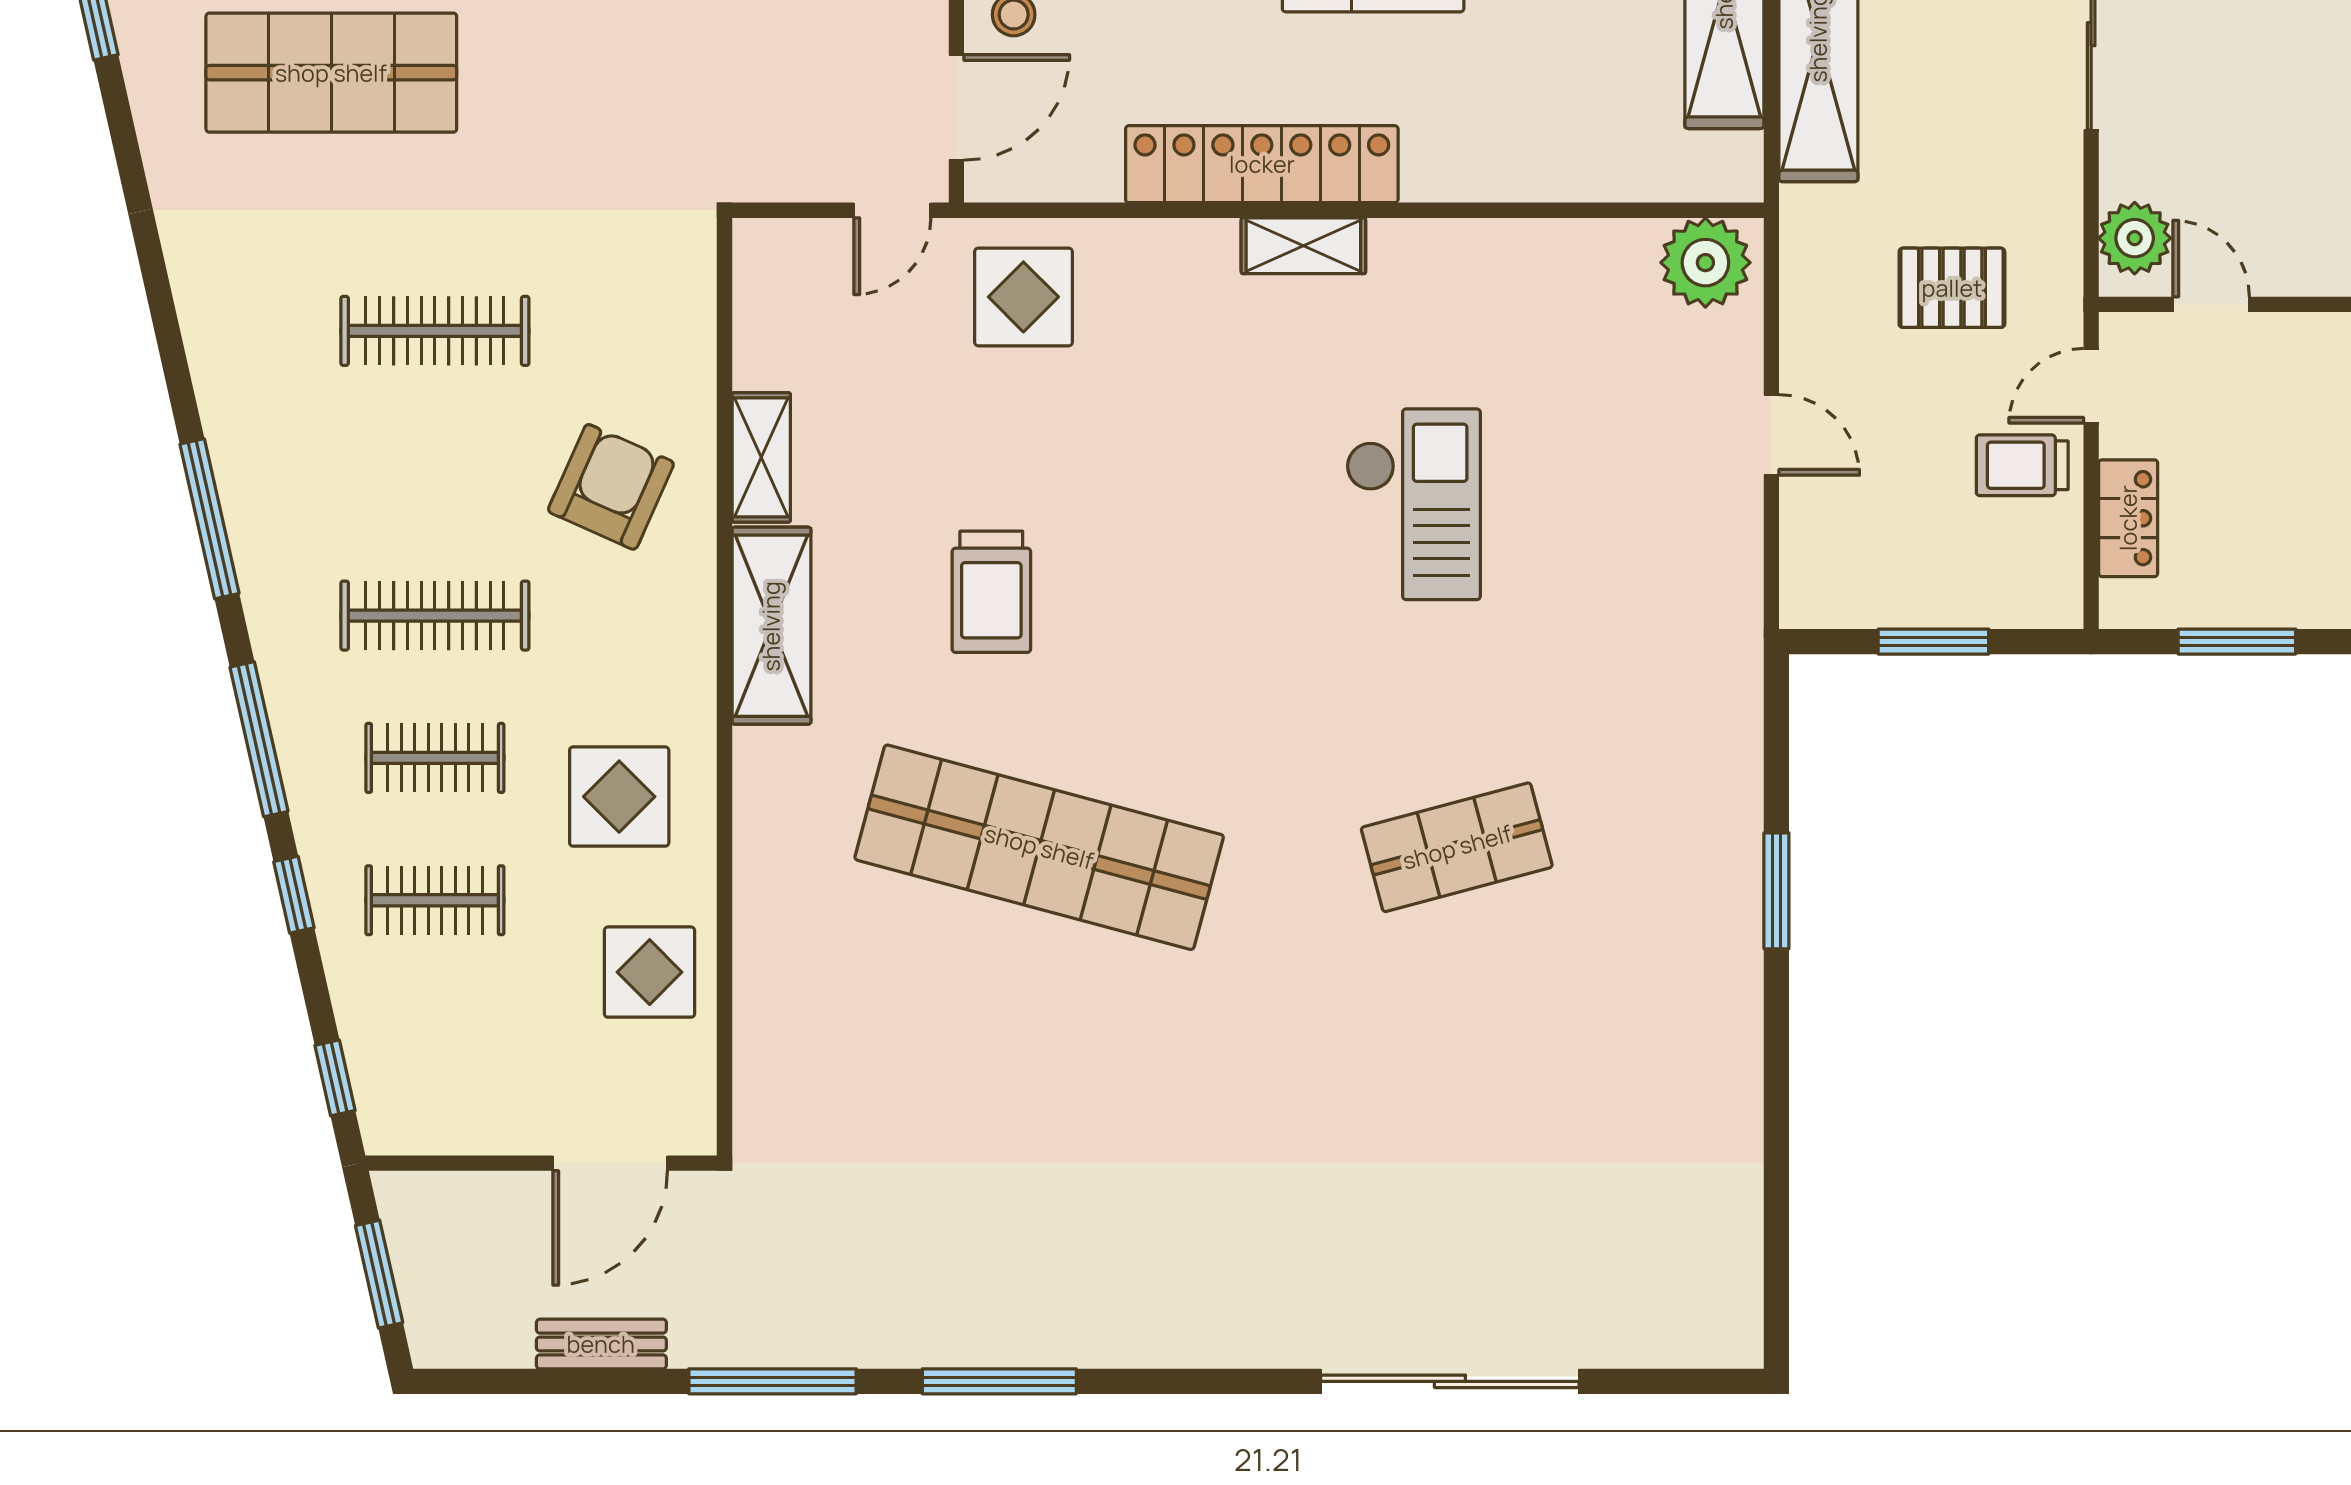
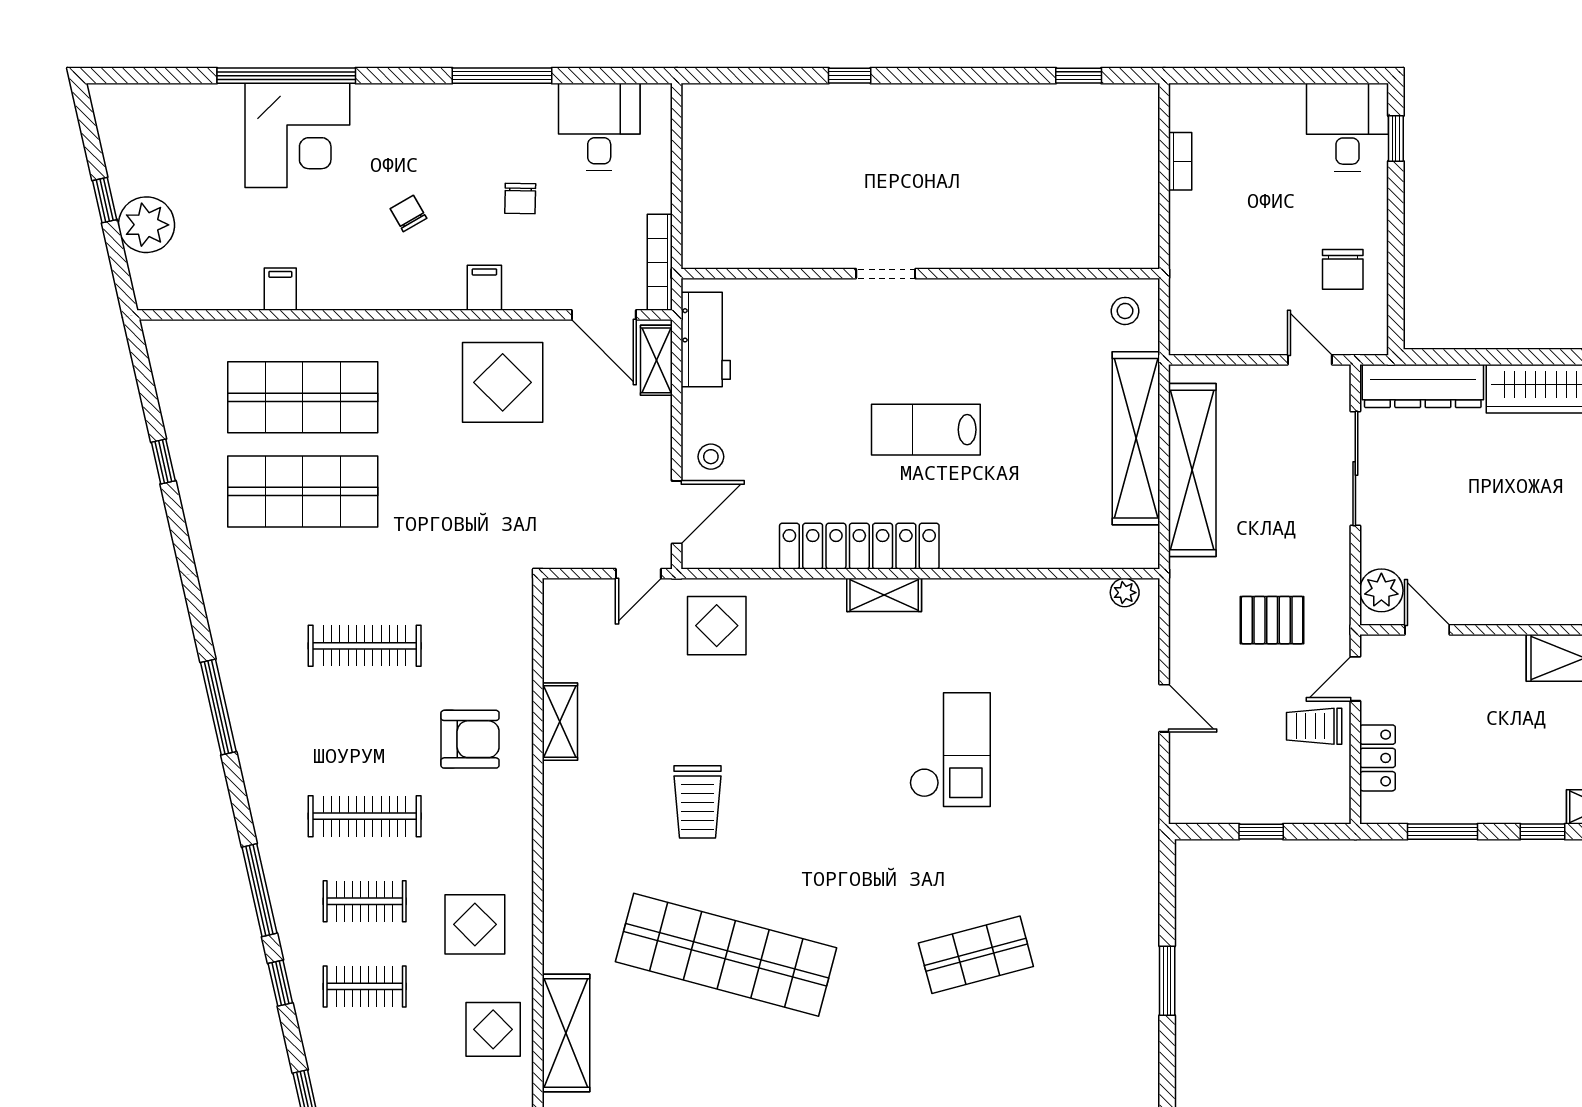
plant: (1705, 263) -> (1125, 593), width x0.53, depth x0.53
armchair: (611, 487) -> (470, 739), turned 66
window: (209, 519) -> (218, 707), moved
shelving: (771, 626) -> (566, 1033), moved
window: (1933, 642) -> (1261, 832), width x0.67

